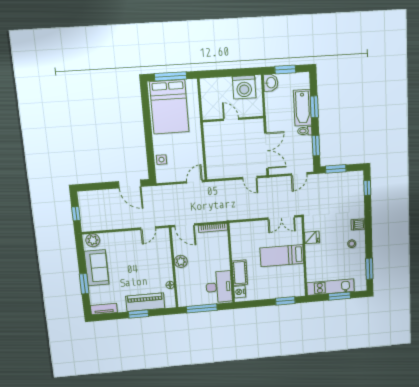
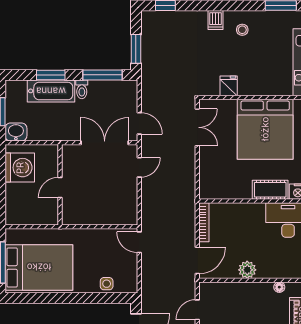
window: (316, 146) -> (102, 75), width x1.44
door: (299, 174) -> (139, 123), moved
door: (148, 228) -> (197, 310), swing flipped
bed: (282, 256) -> (265, 129), width x2.04

